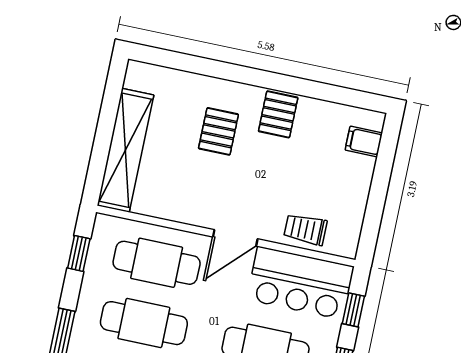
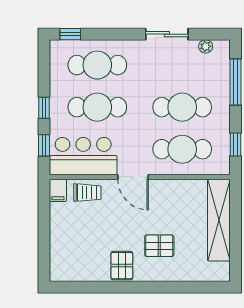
pallet: (218, 131) -> (159, 246), turned 90
filing cabinet: (364, 141) -> (58, 190), moved, turned 90
door: (235, 238) -> (133, 177), swing flipped

